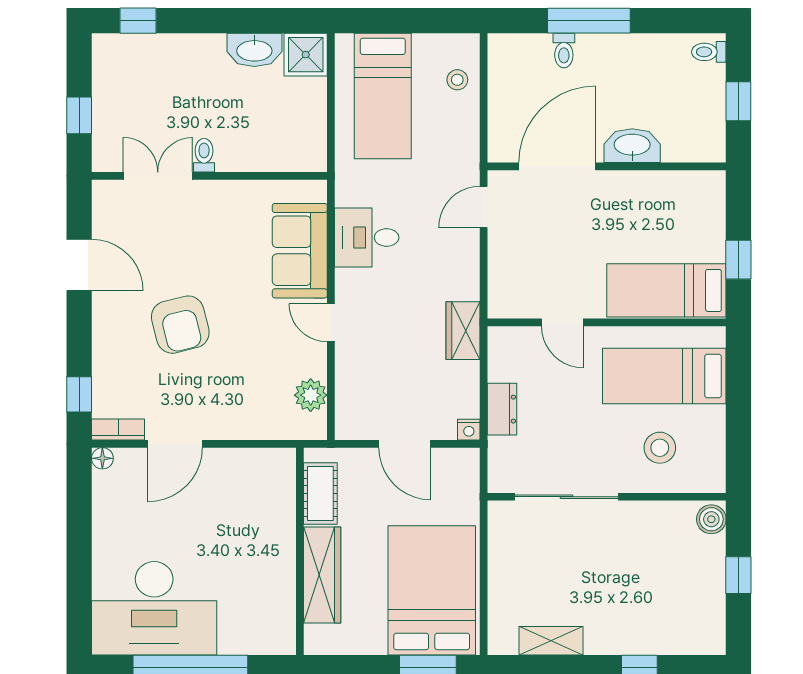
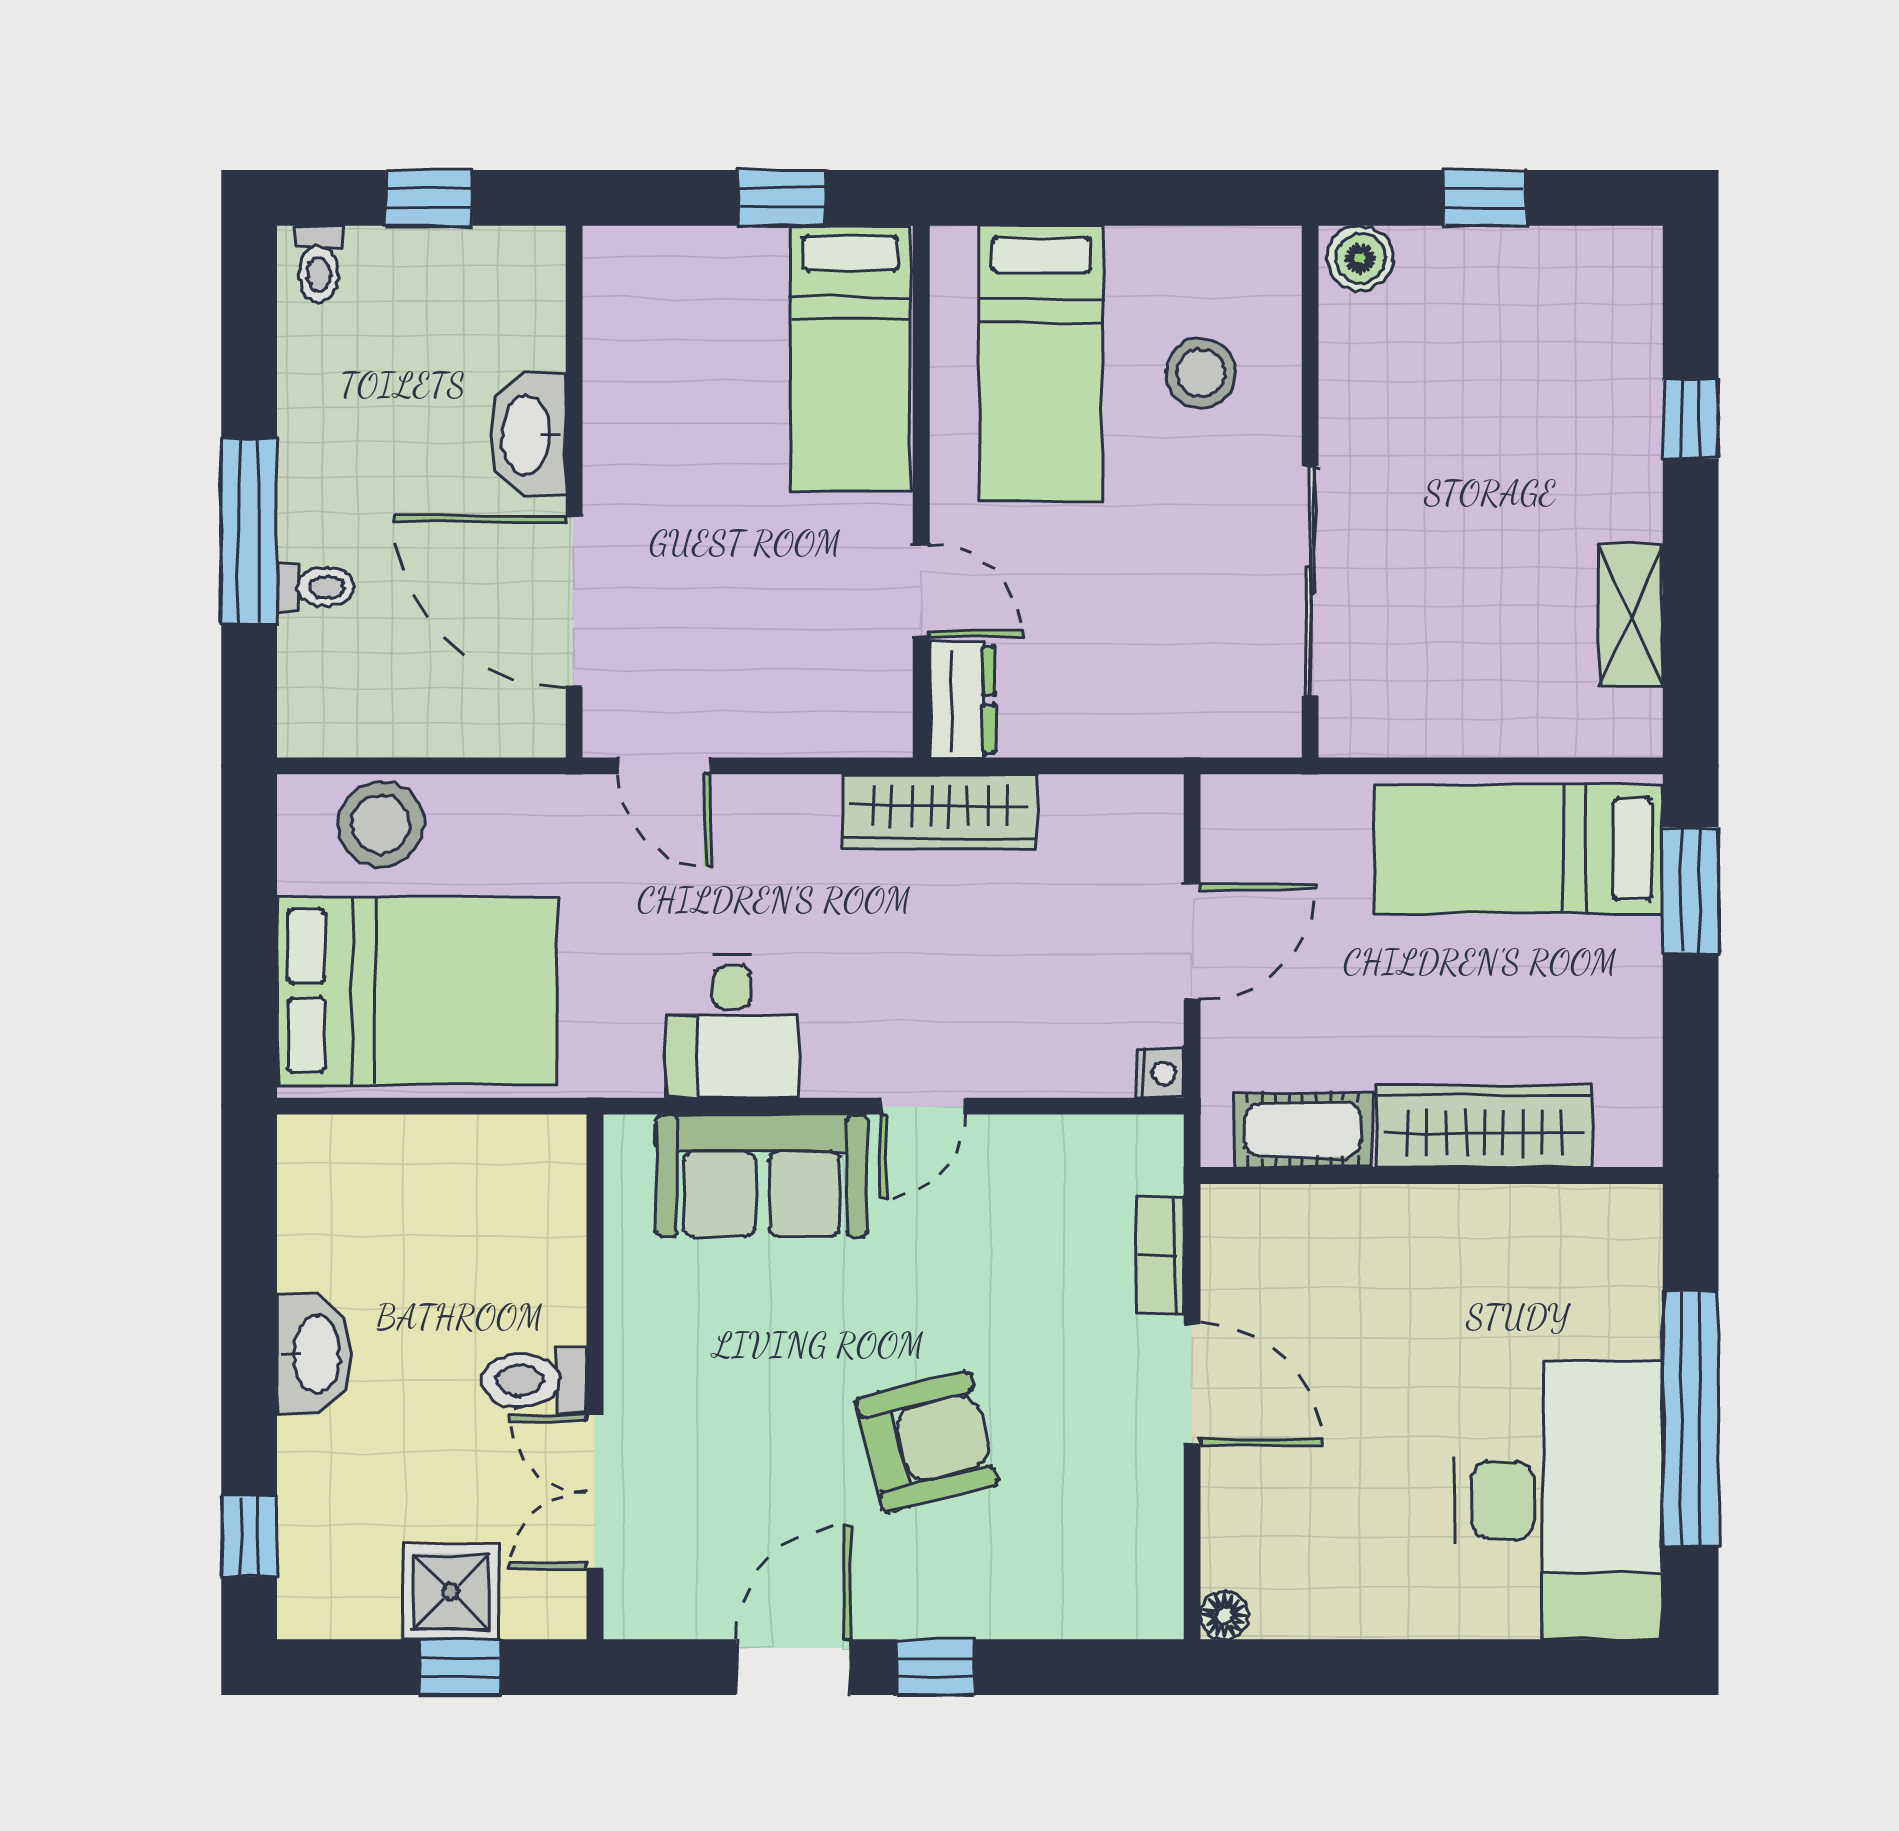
washbasin: (254, 50) -> (314, 1354), moved
shower: (306, 55) -> (451, 1592), moved
stool: (457, 80) -> (381, 824), width x1.89, depth x1.89
bed: (383, 96) -> (417, 991), width x1.50
toilet: (204, 155) -> (534, 1380), width x1.37, depth x1.39
door: (562, 322) -> (921, 591), hinge flipped
wardrobe: (463, 331) -> (940, 812), width x1.50
window: (79, 394) -> (936, 1667), moved
plant: (311, 395) -> (1084, 1151), removed
dresser: (502, 409) -> (962, 700), moved, turned 90
bookcase: (118, 429) -> (1160, 1256), moved
nightstand: (469, 430) -> (1161, 1073), moved
door: (175, 444) -> (1192, 1384), moved
bed: (432, 590) -> (1519, 849), width x0.67

